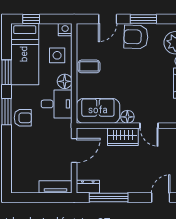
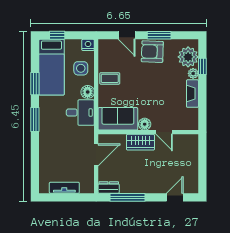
door: (108, 19) -> (127, 35), hinge flipped
armchair: (23, 118) -> (50, 125), removed
tv unit: (56, 187) -> (64, 188), moved

